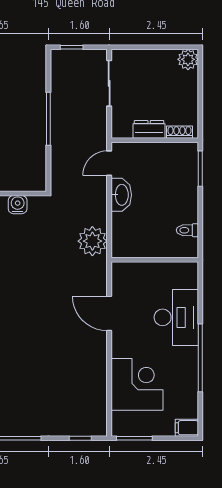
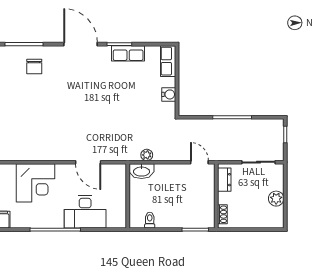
plant: (188, 59) -> (276, 199), moved
dresser: (149, 129) -> (224, 180), moved
washbasin: (121, 195) -> (142, 171), moved
plant: (92, 241) -> (147, 155), width x0.53, depth x0.53
door: (109, 313) -> (88, 162), swing flipped

